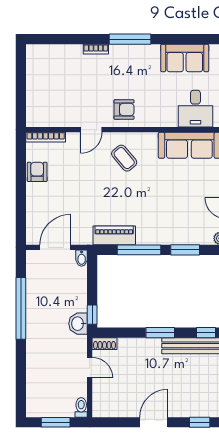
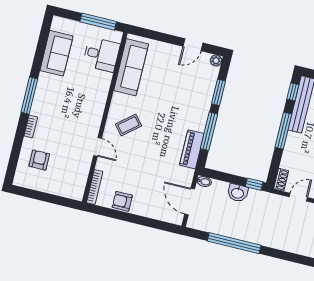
armchair: (124, 109) -> (39, 160), moved
washbasin: (78, 324) -> (238, 193), moved
window: (160, 333) -> (283, 131), width x1.44

